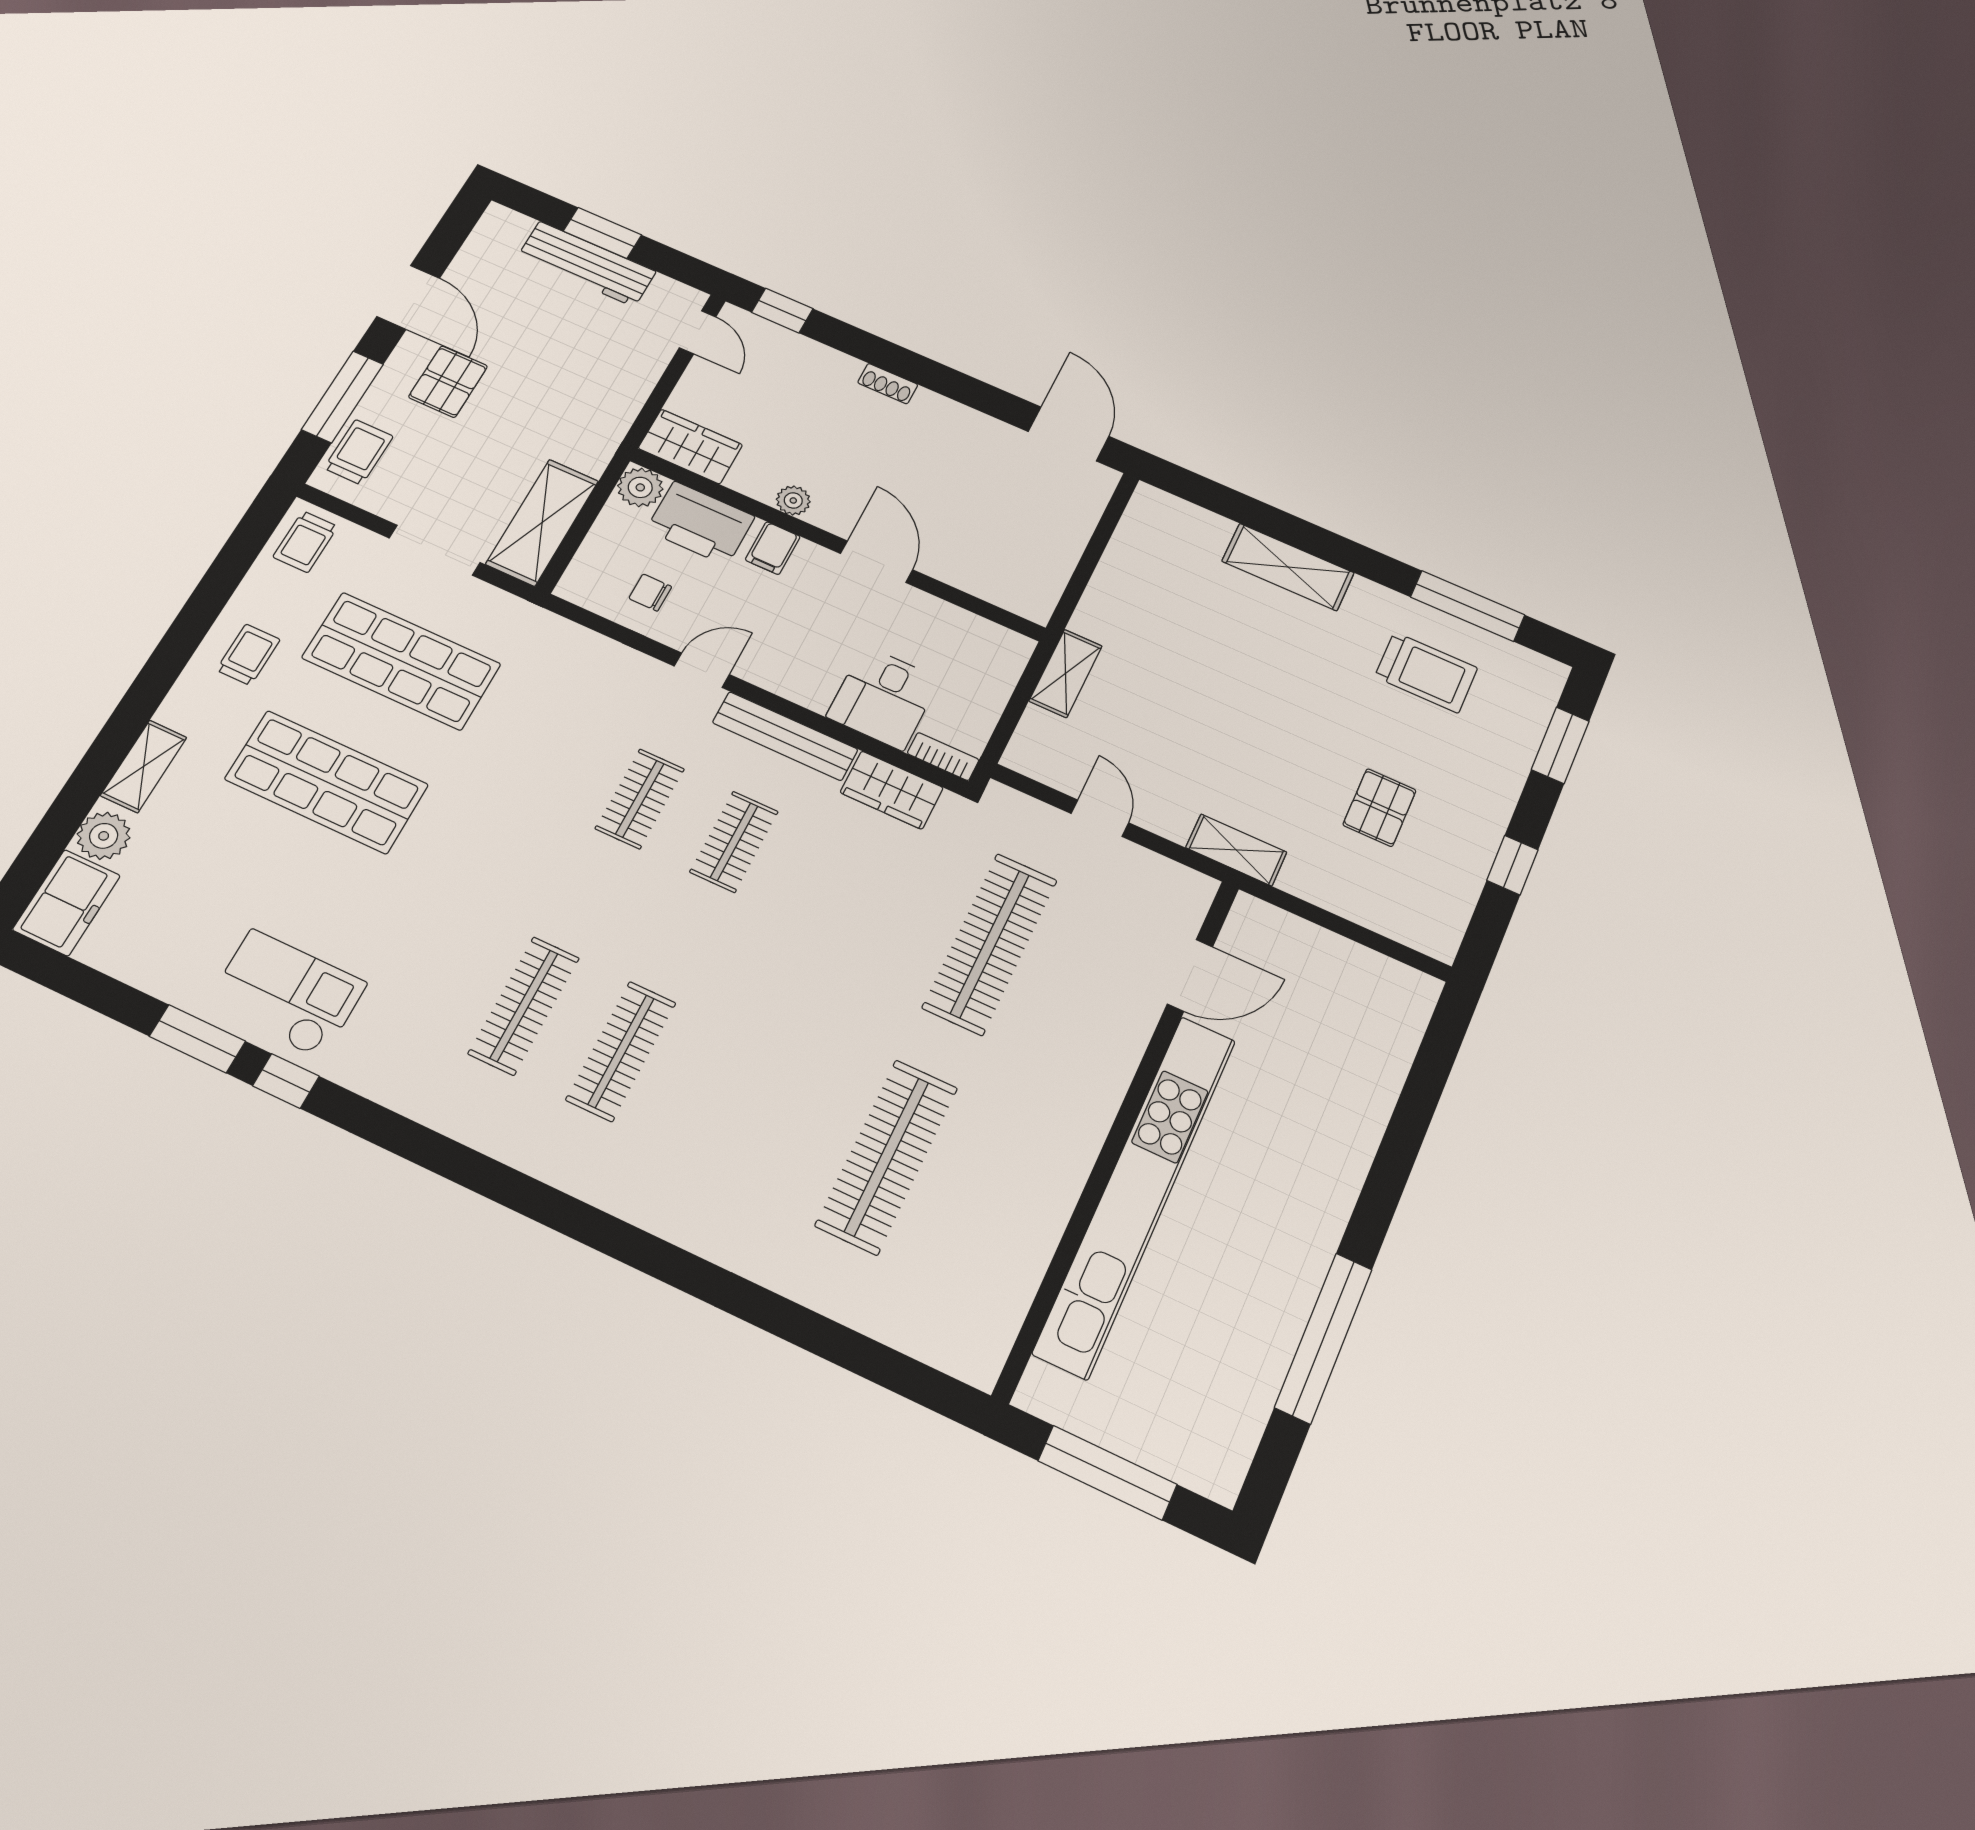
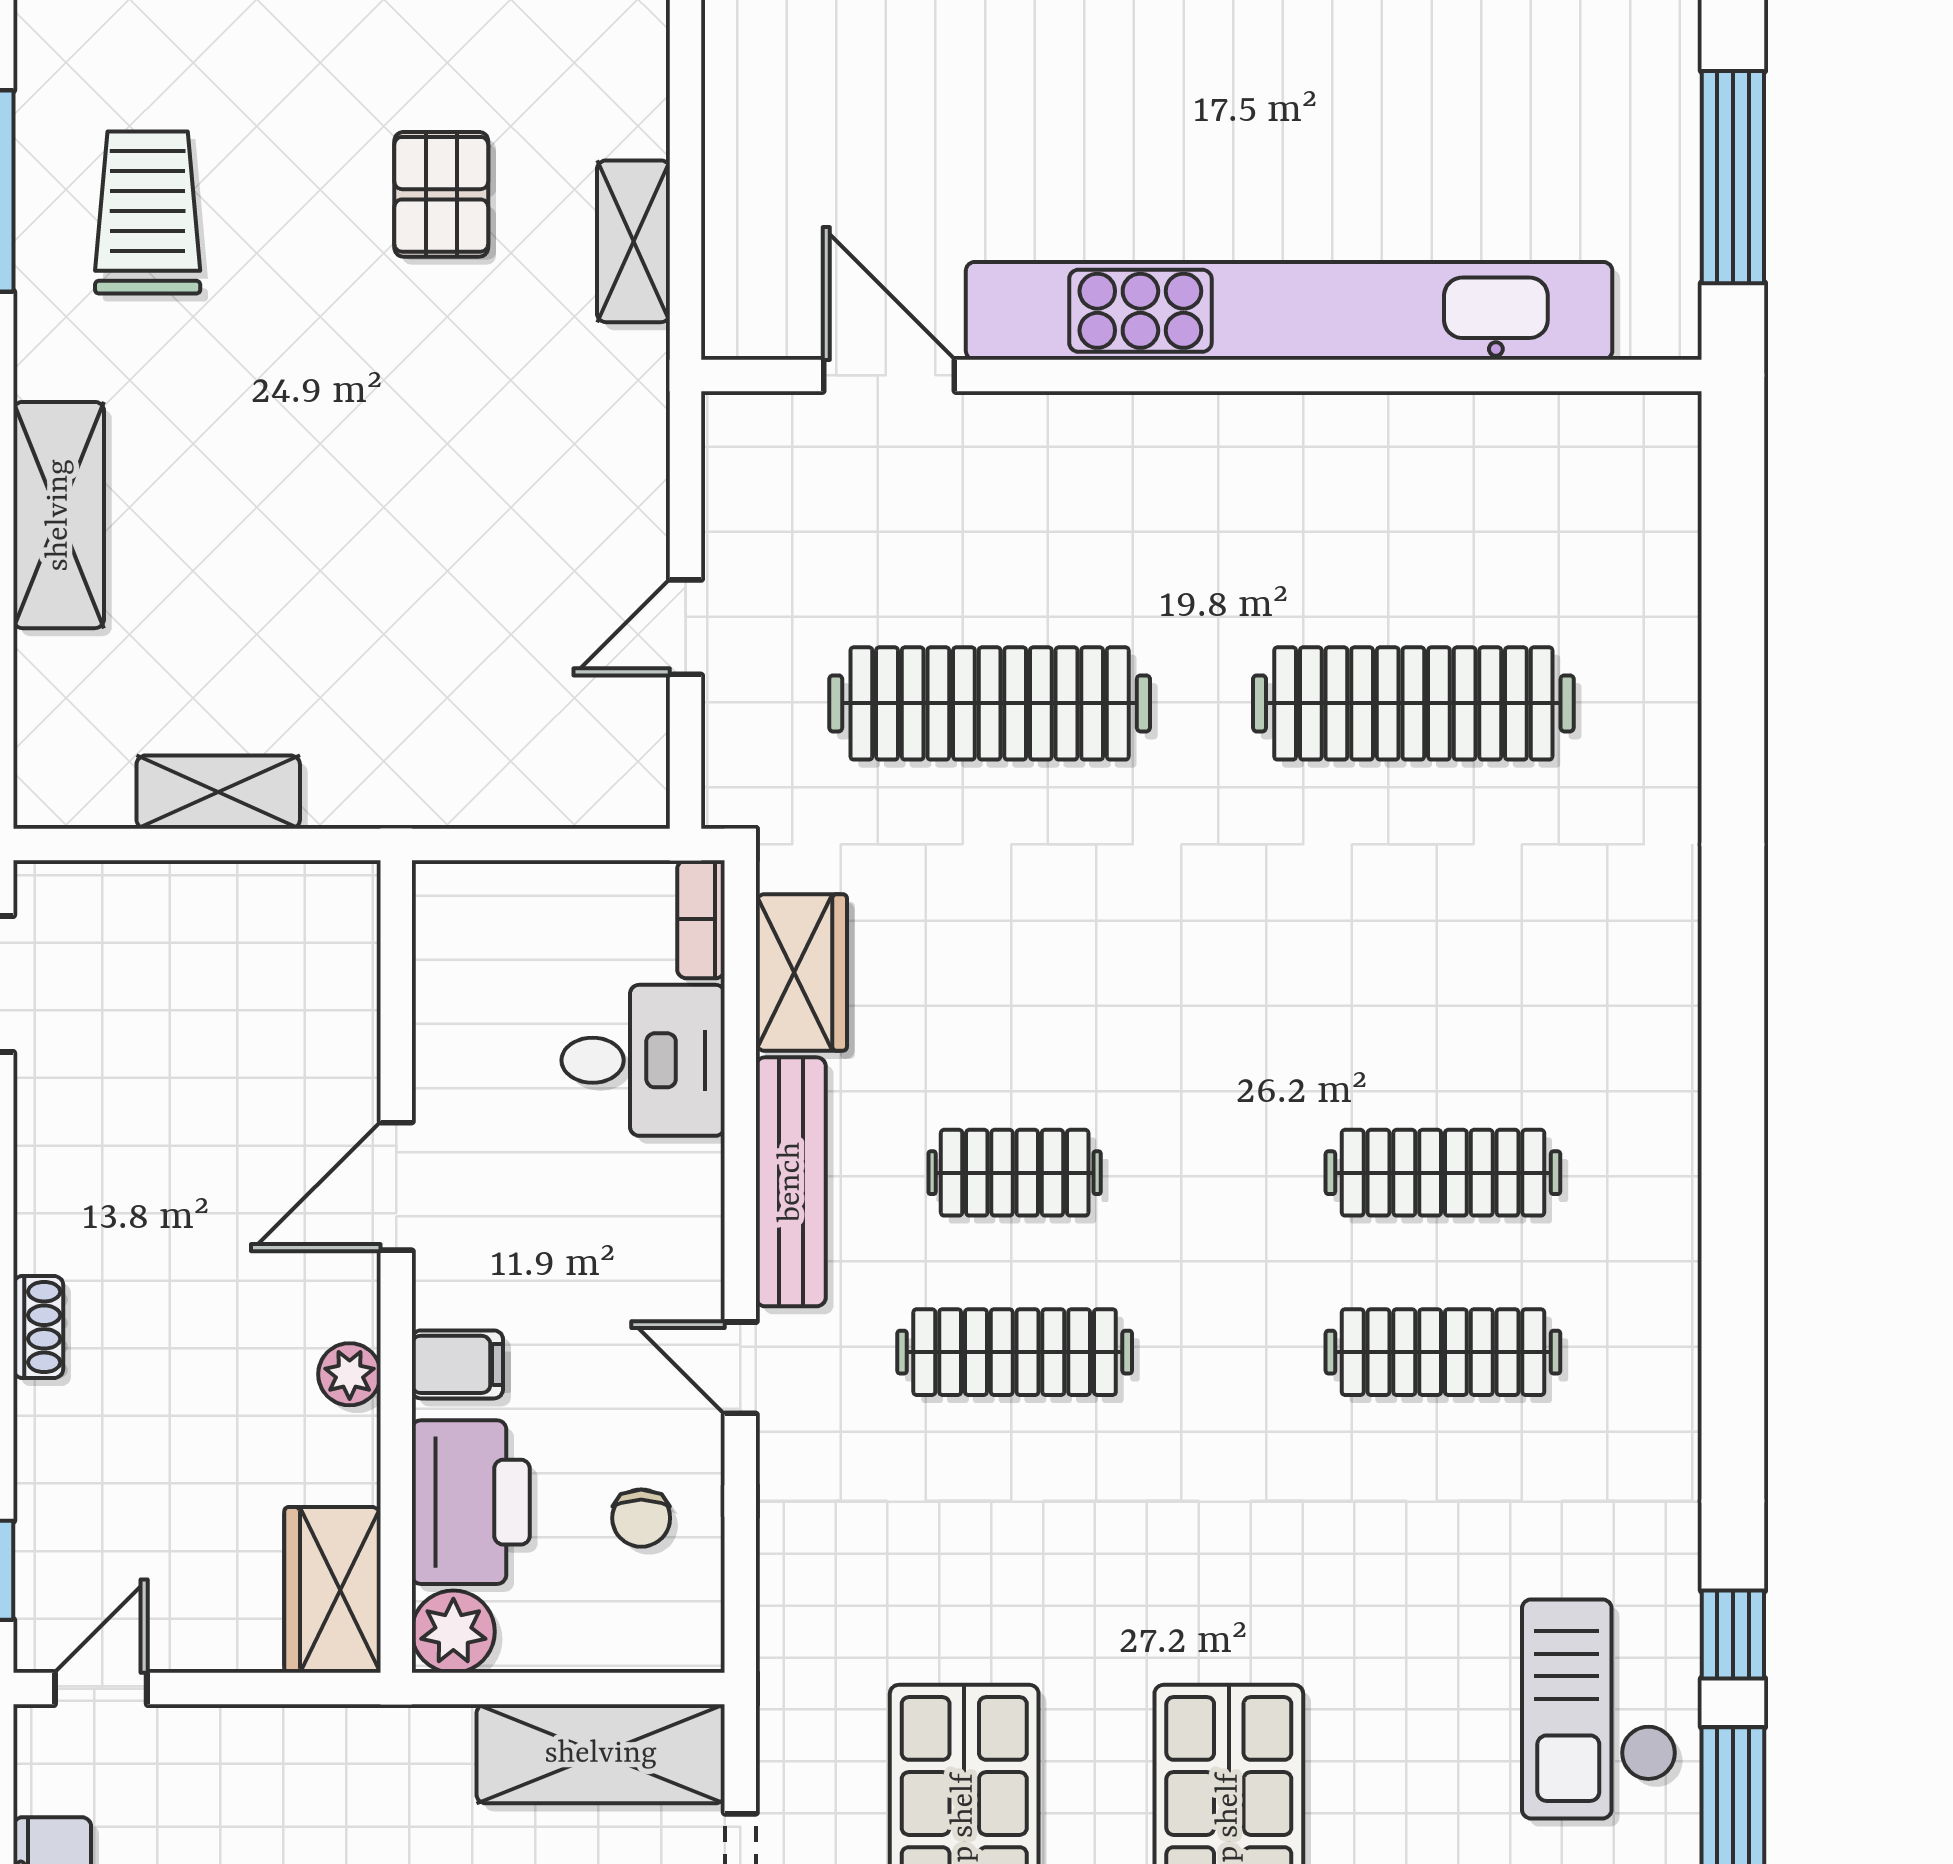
shelving: (1066, 673) -> (218, 792), moved
clothes rail: (640, 799) -> (1015, 1352), width x1.36
pallet: (1380, 808) -> (441, 194), turned 90
shelving: (1236, 850) -> (633, 241), moved

